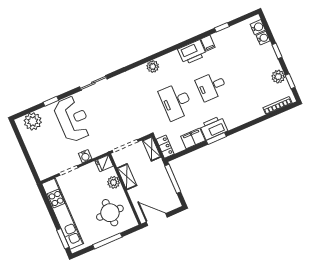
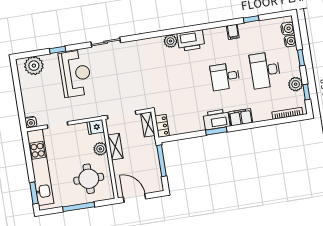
printer: (192, 52) -> (191, 41), moved
desk: (176, 101) -> (265, 70), moved
filing cabinet: (193, 138) -> (241, 117), moved
water cooler: (85, 156) -> (31, 122), moved

